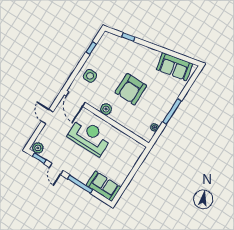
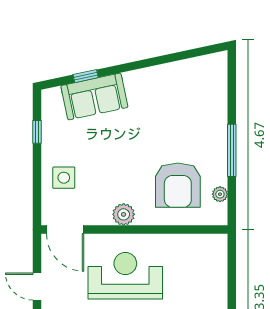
sofa: (174, 67) -> (94, 96), moved
armchair: (131, 89) -> (178, 185), moved

